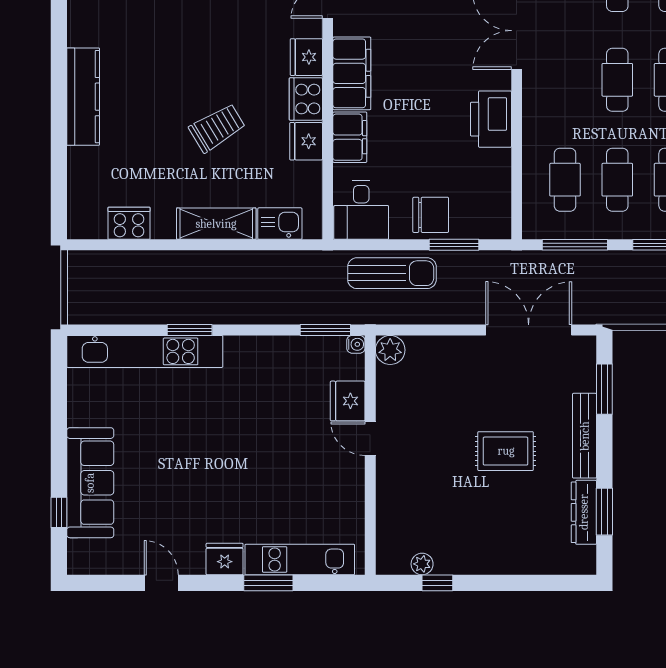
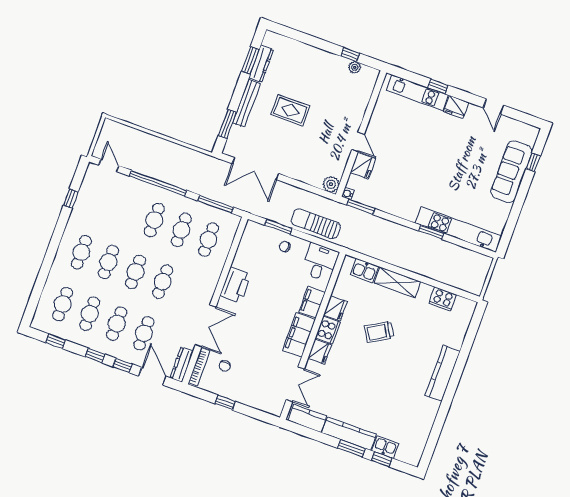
chair: (431, 215) -> (285, 247), width x0.54, depth x0.54
window: (268, 583) -> (438, 86), width x0.67

